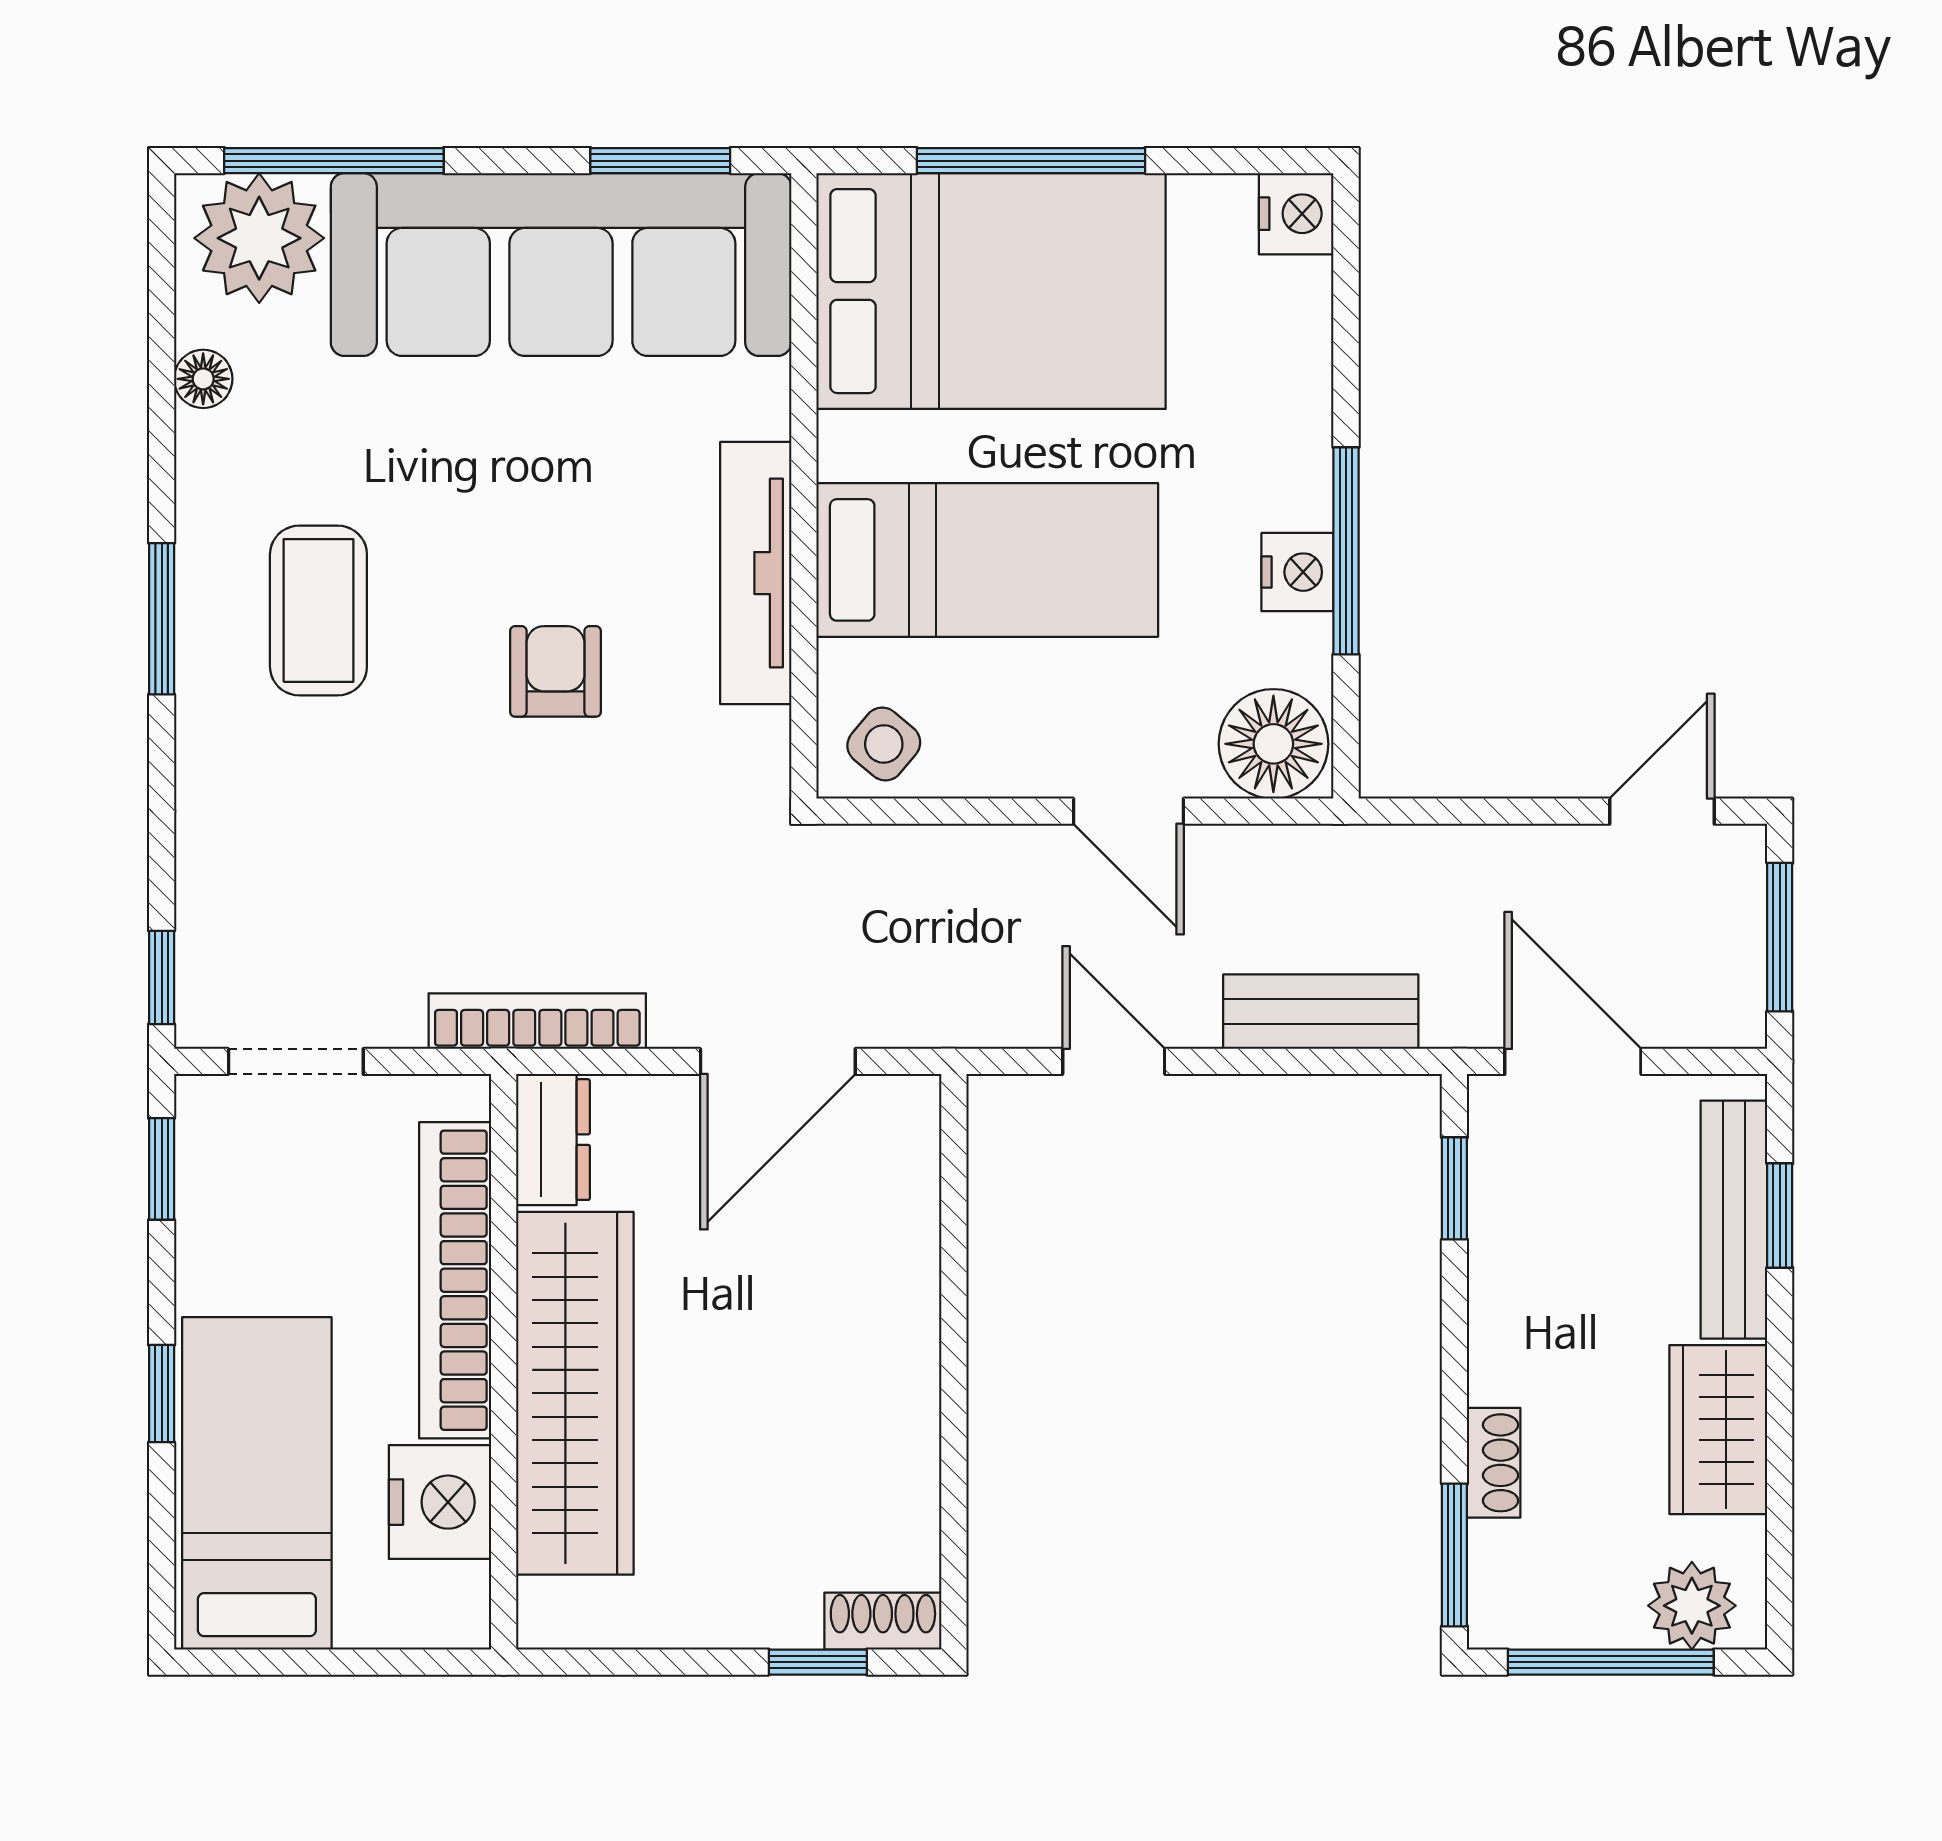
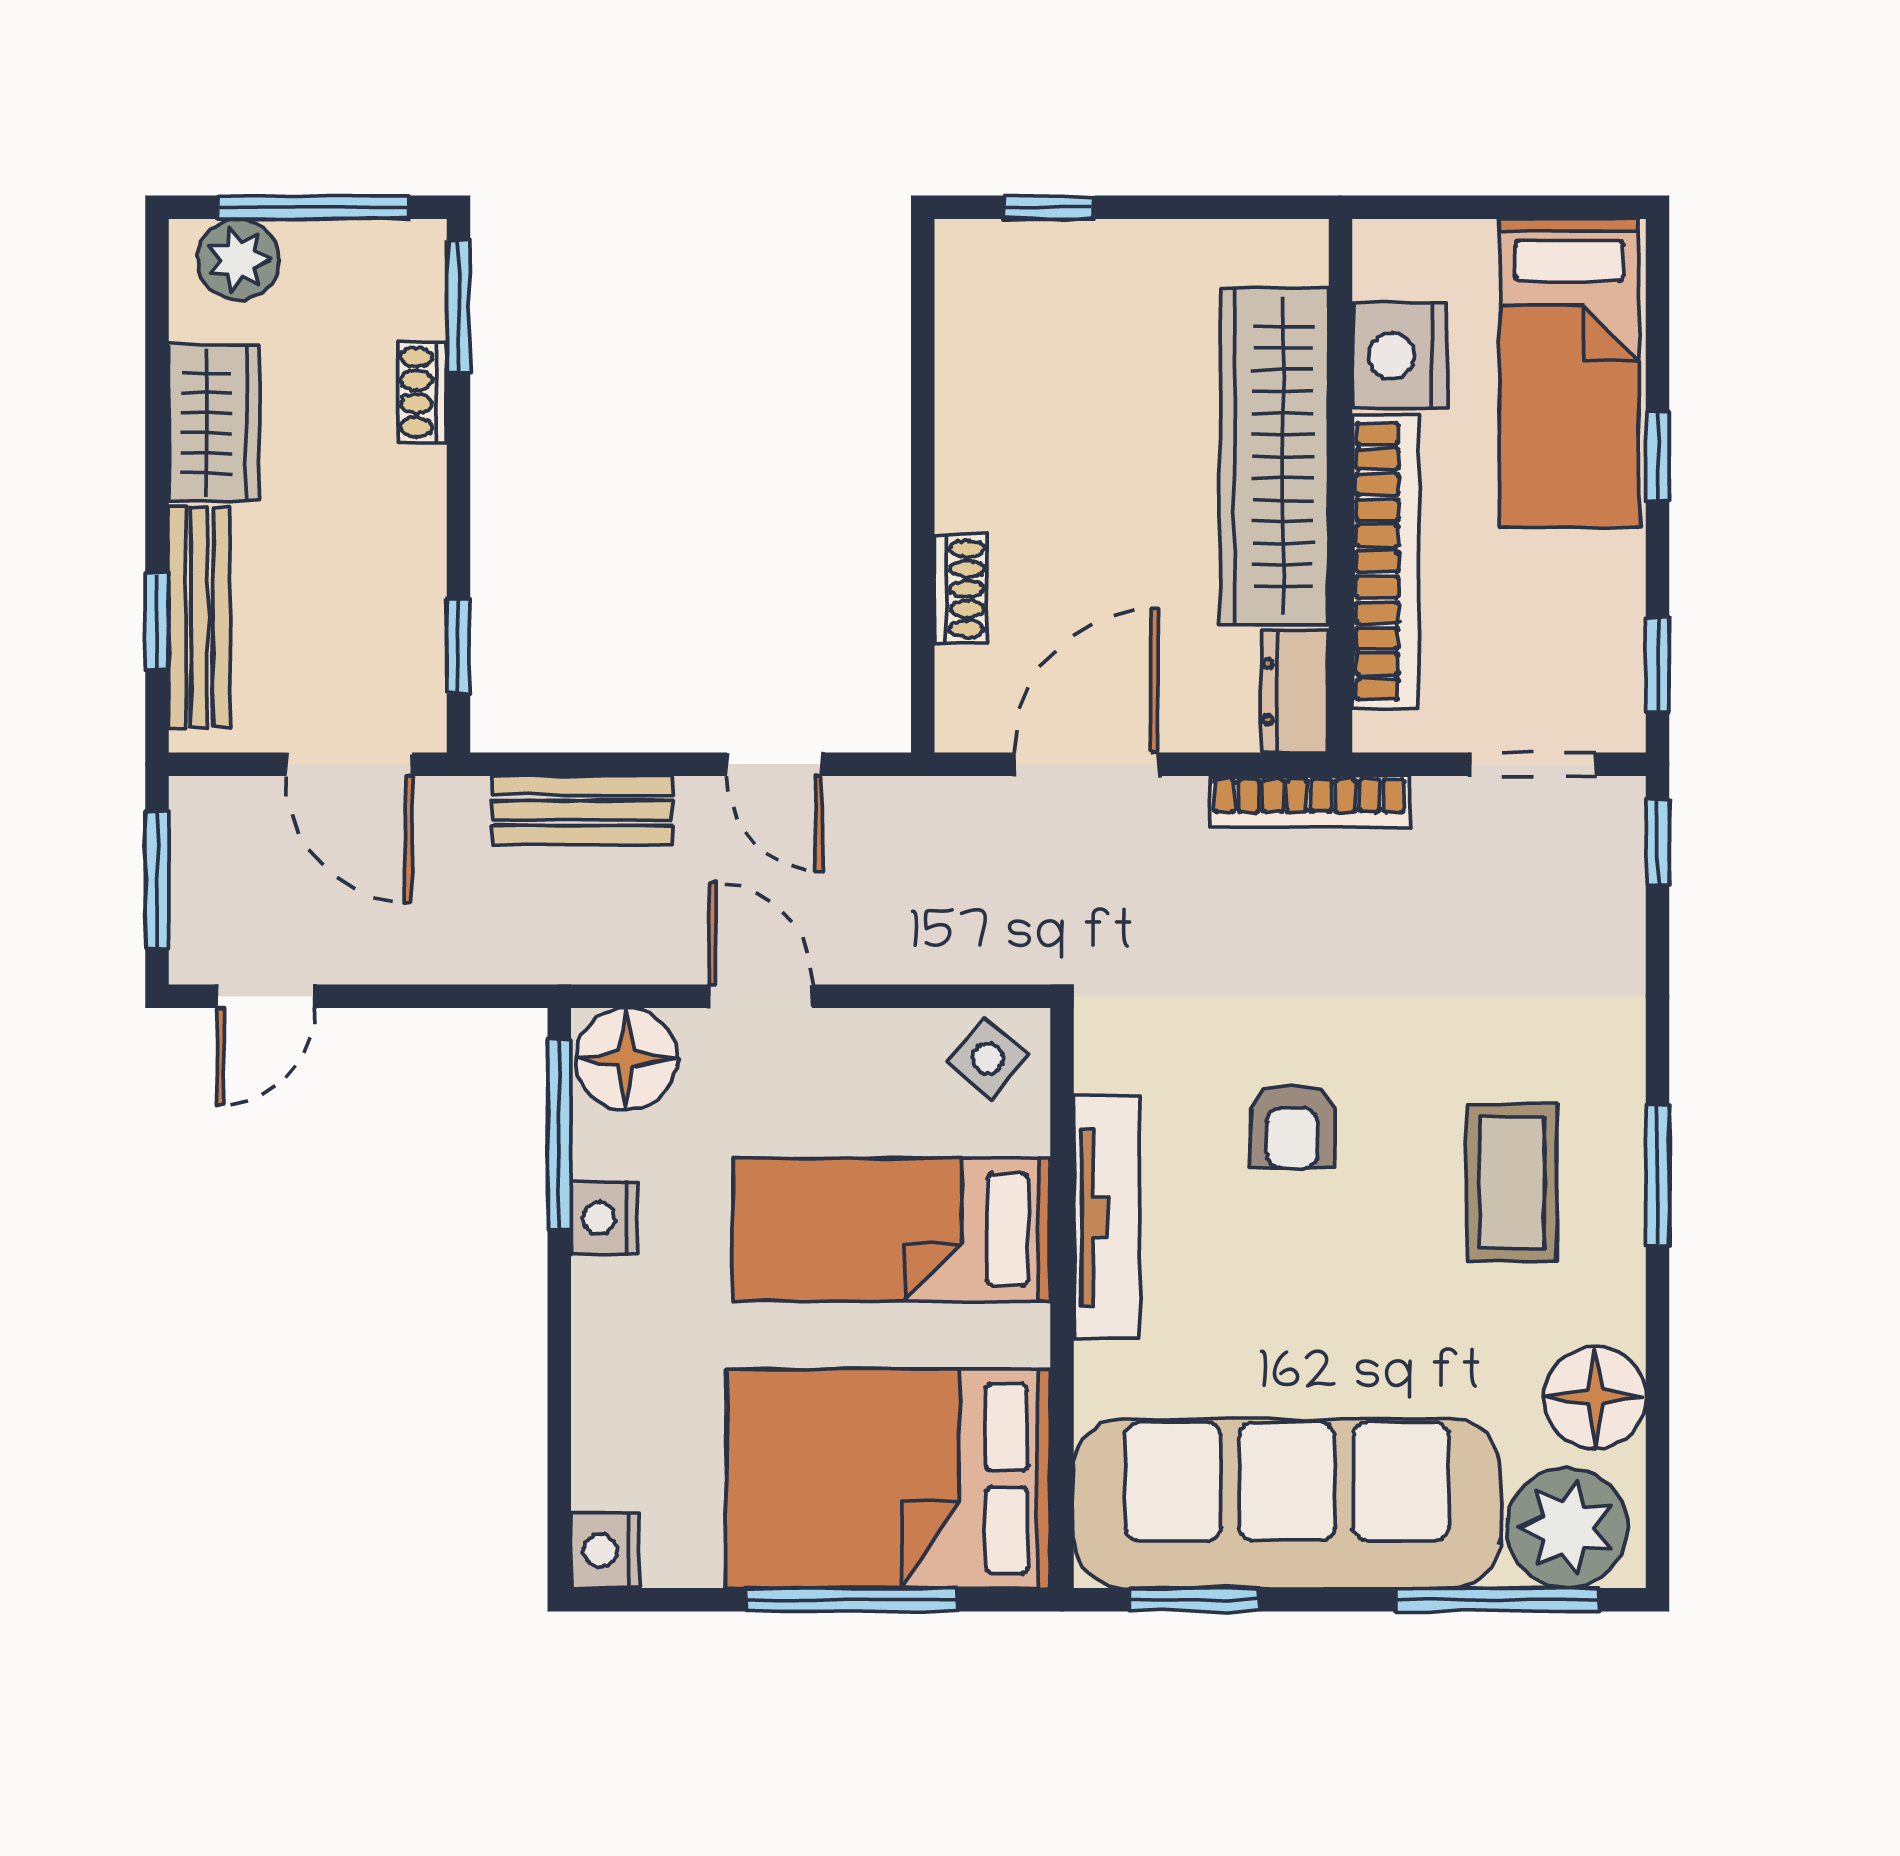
floor lamp: (203, 379) -> (1595, 1397), width x1.89, depth x1.89
window: (1346, 551) -> (559, 1135), moved
shoe rack: (883, 1621) -> (961, 589), moved, turned -90

